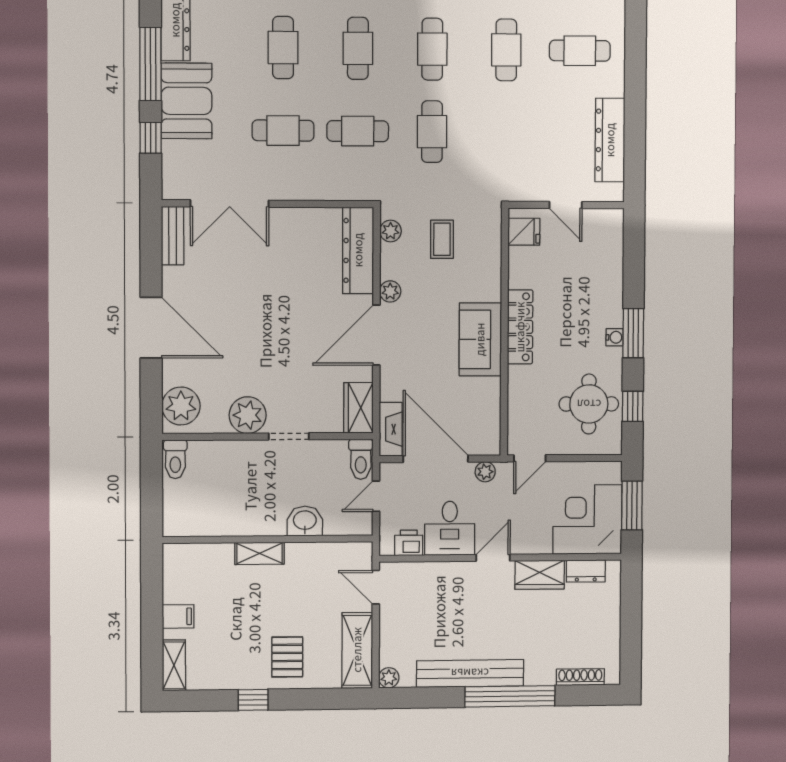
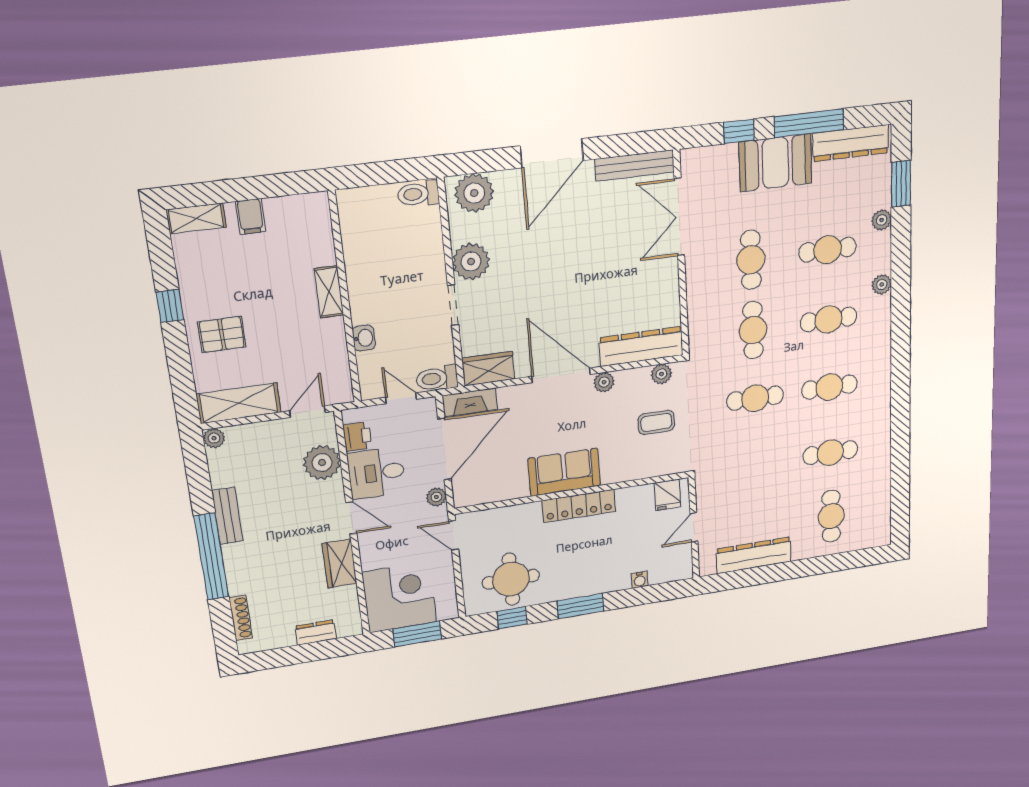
bench: (173, 236) -> (635, 166), width x1.36
water cooler: (615, 337) -> (640, 580), moved
washbasin: (305, 521) -> (364, 338), width x0.72, depth x0.69
dresser: (586, 571) -> (316, 632), moved, turned 90
plant: (430, 580) -> (322, 463), added
bench: (470, 673) -> (227, 516), width x0.54, depth x0.82

